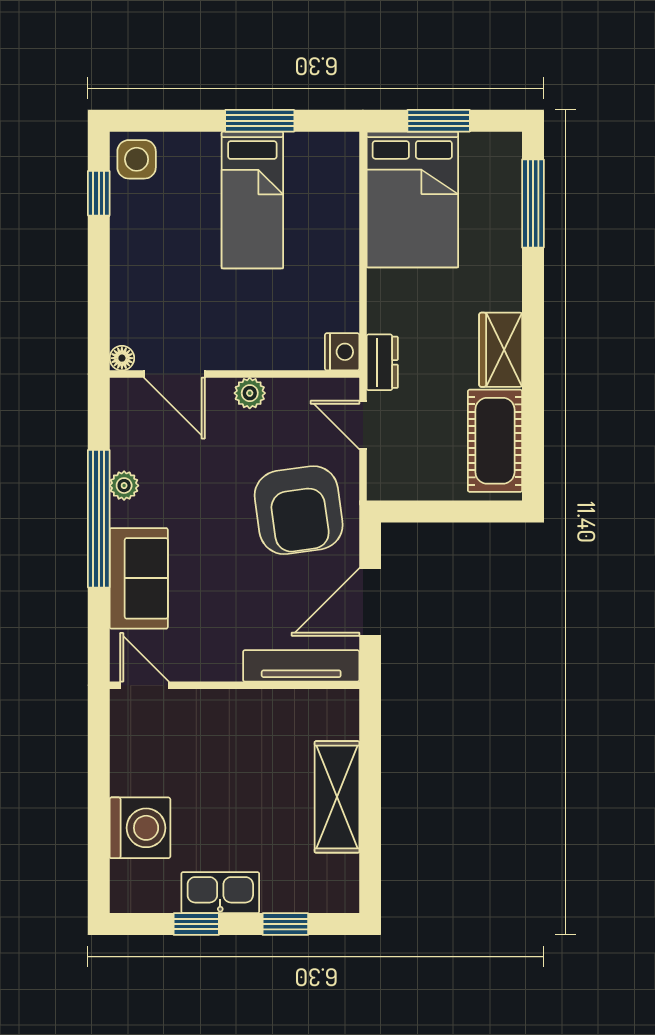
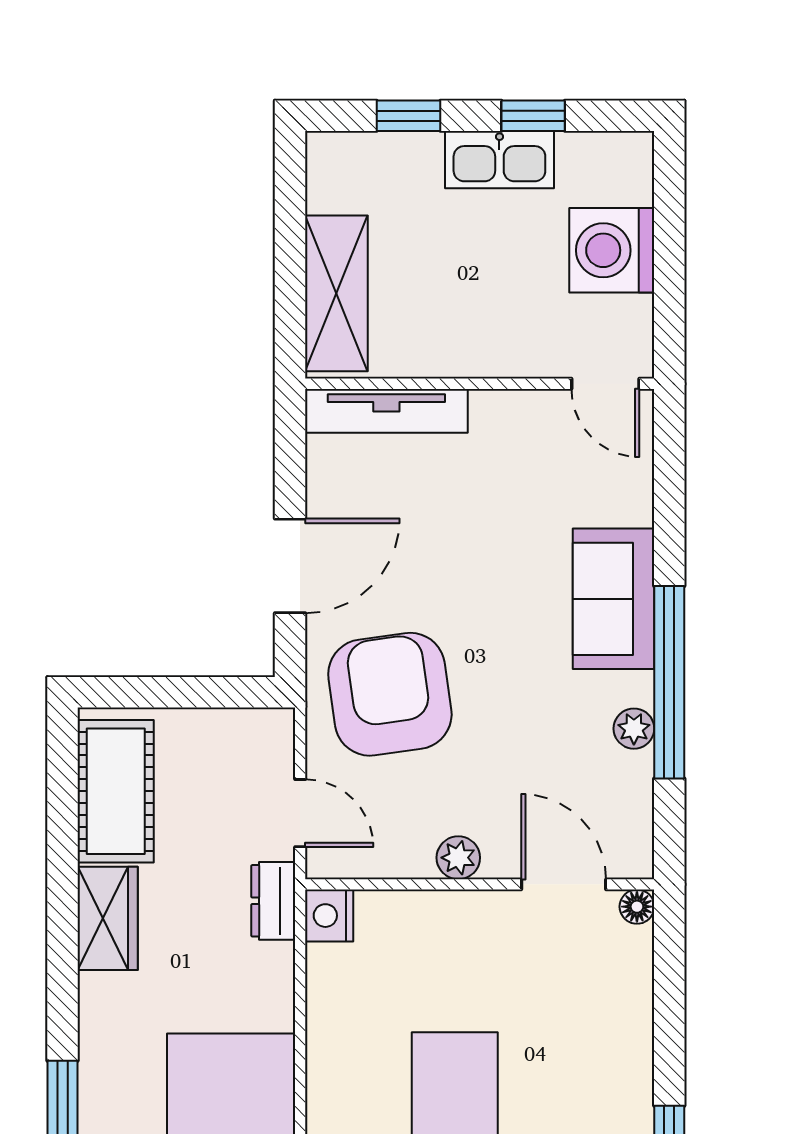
tv unit: (301, 666) -> (386, 411), moved
door: (144, 685) -> (605, 384), moved
wall: (234, 685) -> (480, 384), moved

